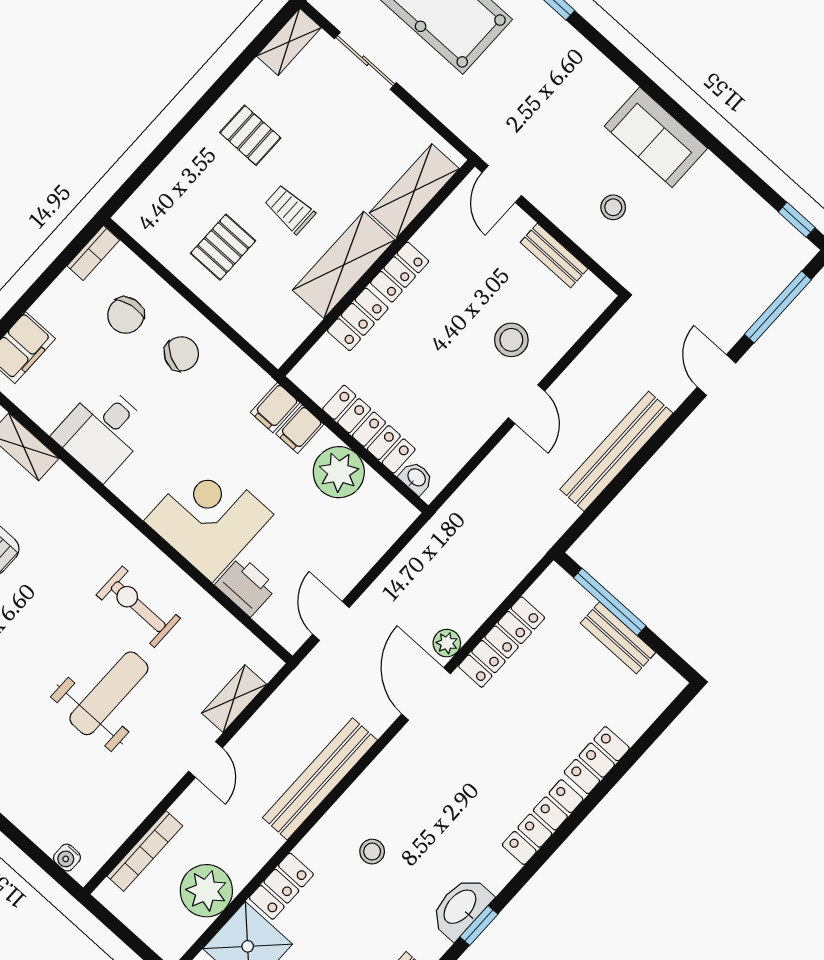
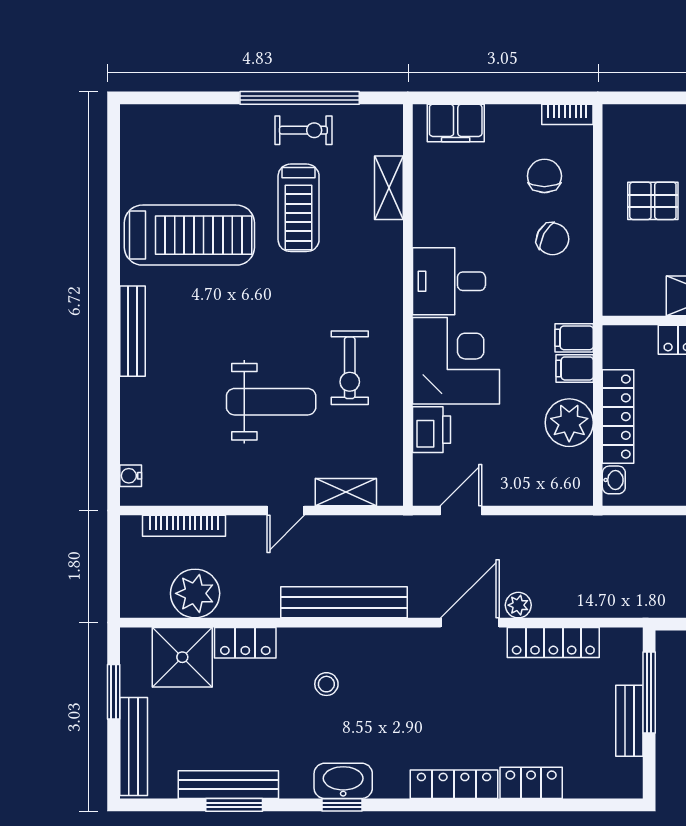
chair: (126, 315) -> (544, 176), turned 99
desk: (102, 432) -> (449, 281), moved
exercise bike: (138, 607) -> (350, 368), turned 180

